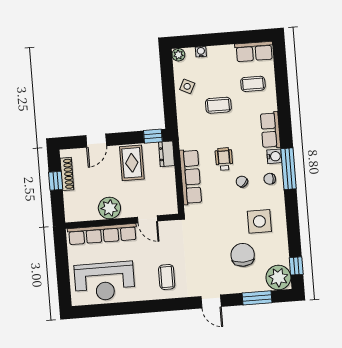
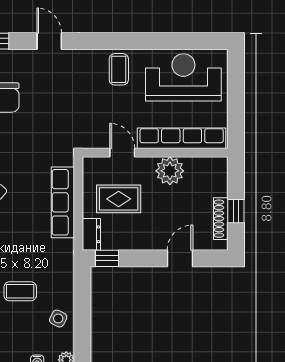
wheelchair: (224, 159) -> (18, 222), removed
rug: (132, 163) -> (119, 199), moved, turned 90
coffee table: (167, 277) -> (119, 69), moved

